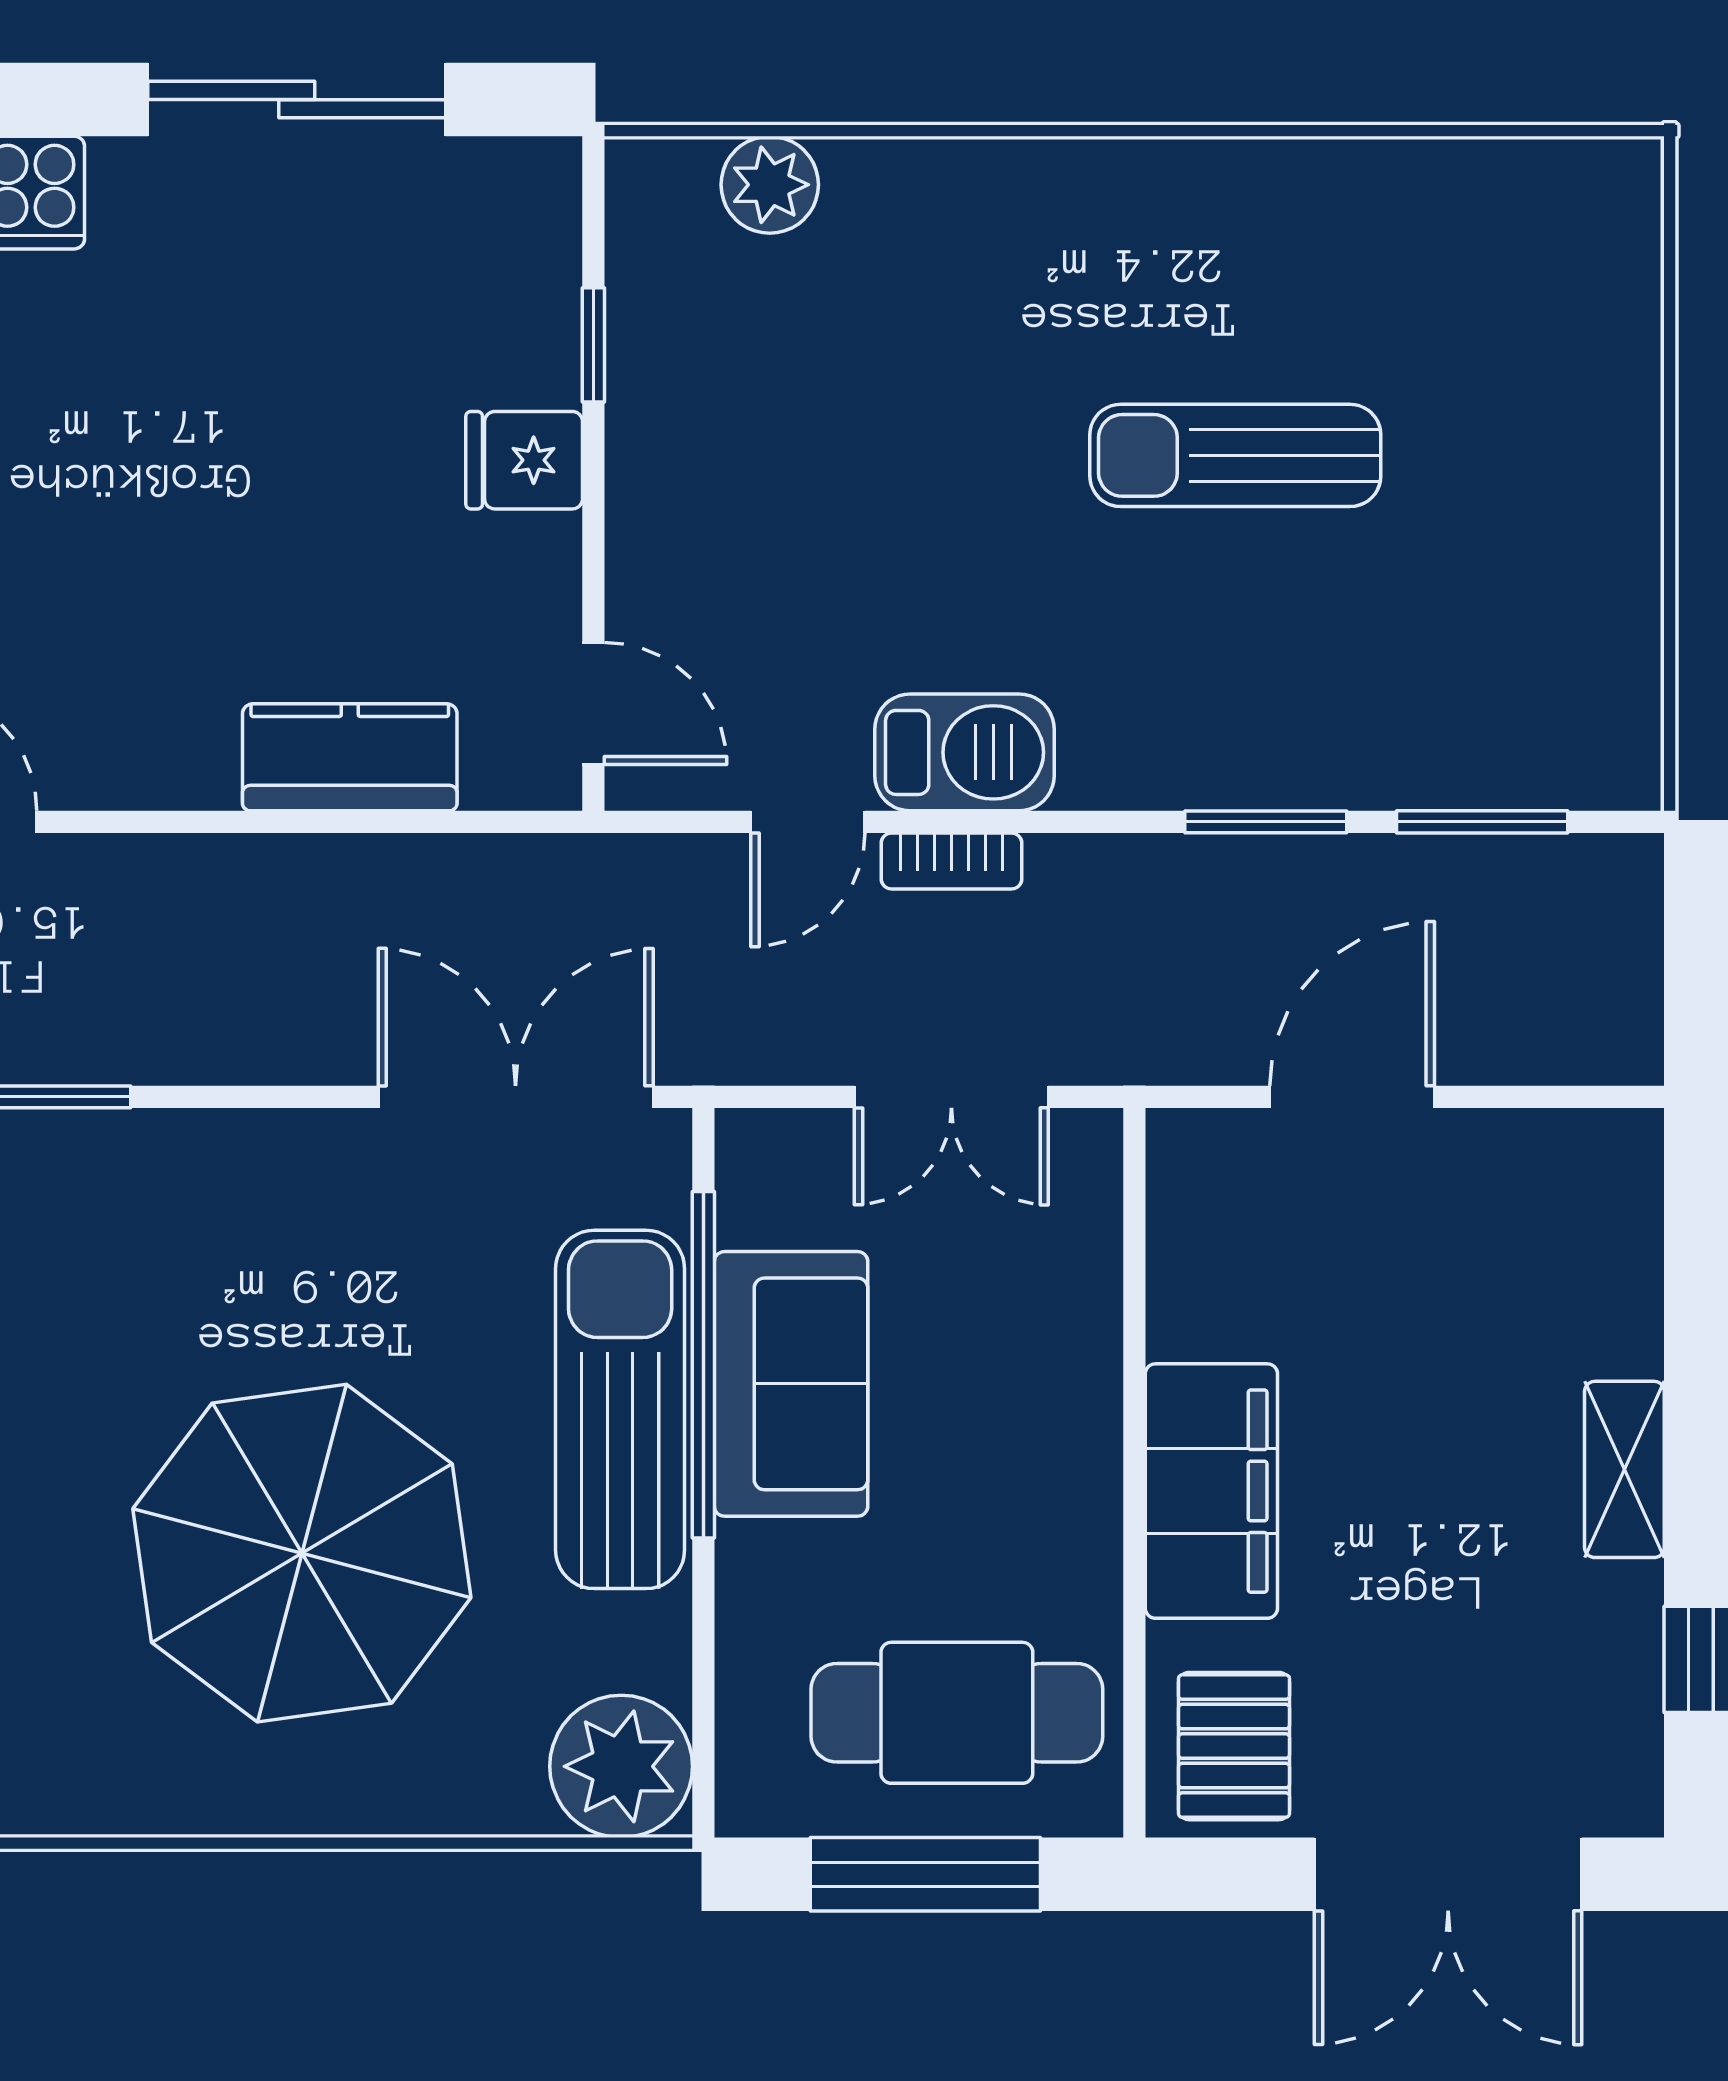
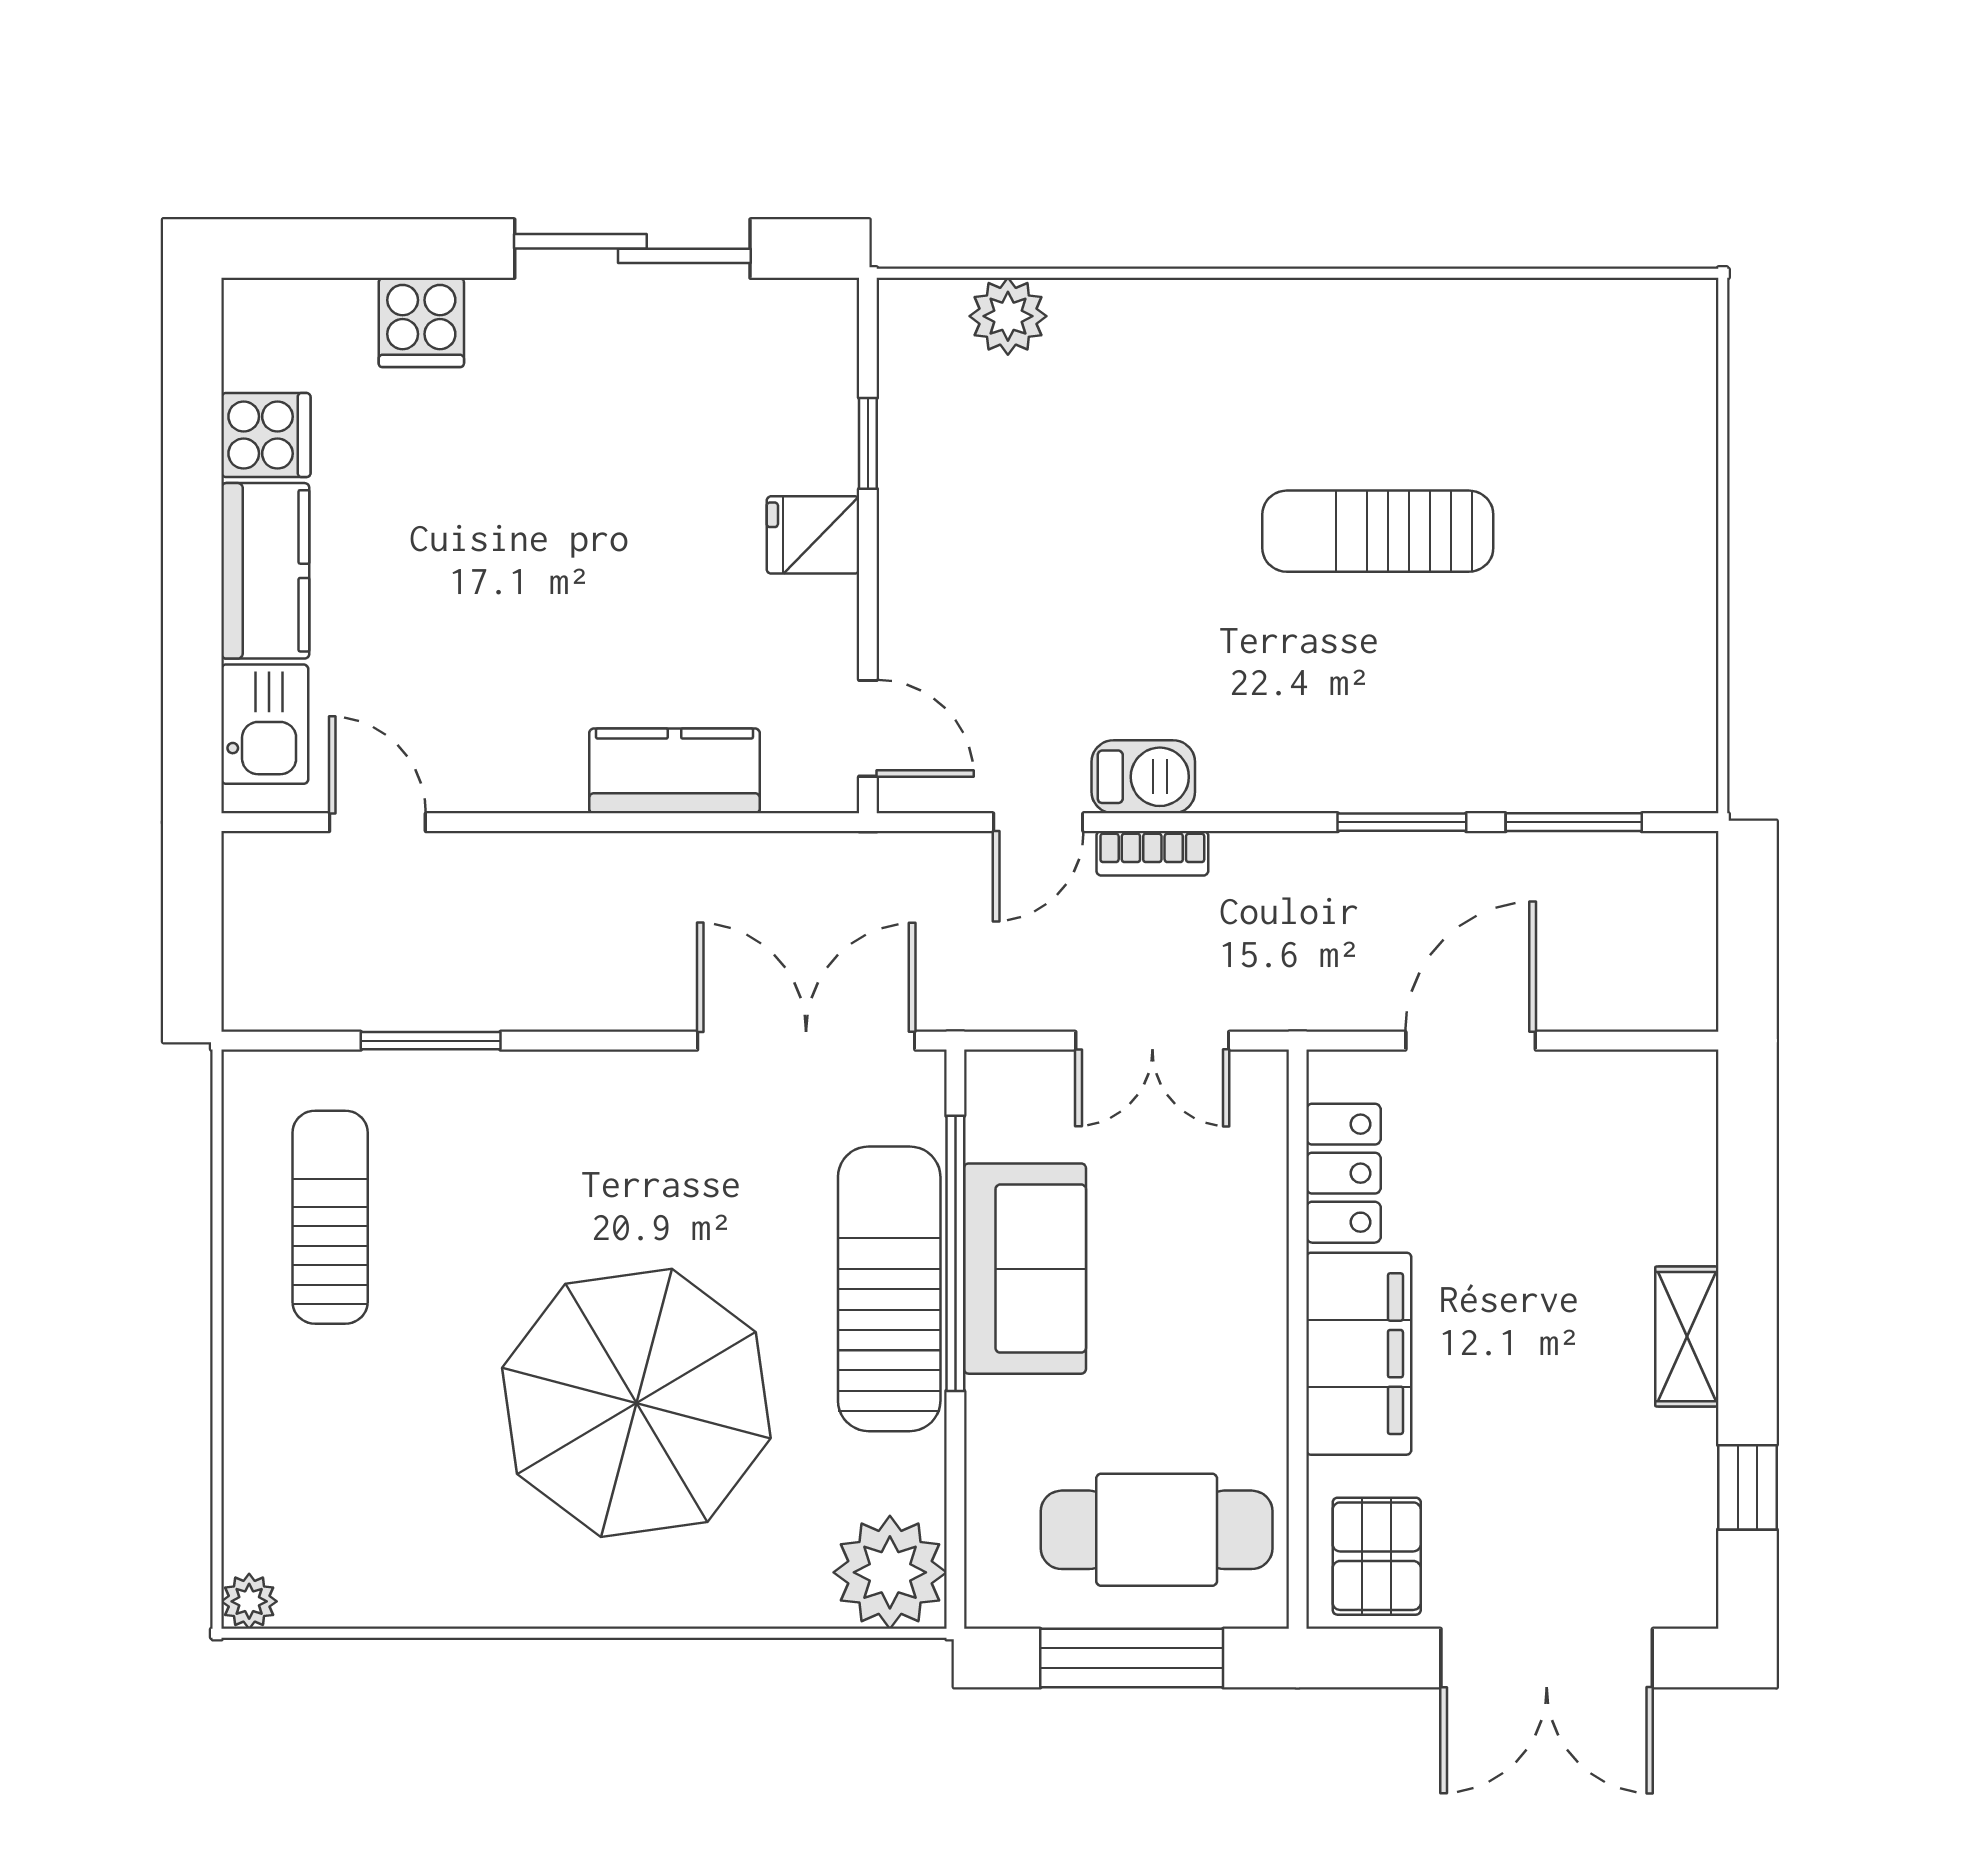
barbecue: (965, 752) -> (1143, 777), width x0.73, depth x0.79
locker: (1192, 1264) -> (1343, 1173), added

